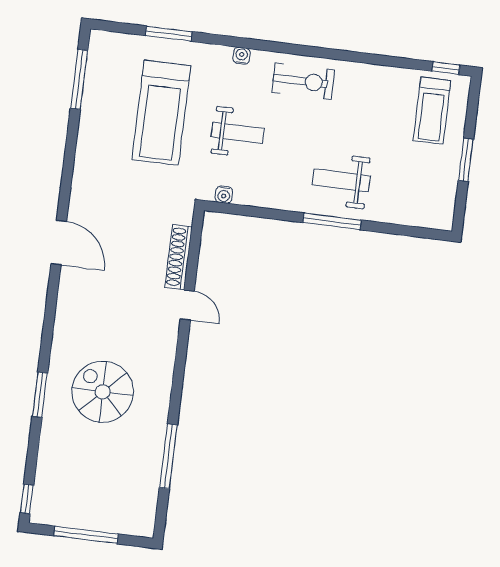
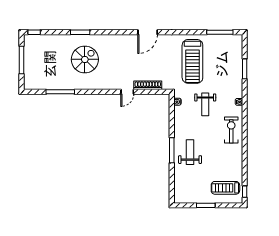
exercise bike: (303, 81) -> (231, 130), turned 180
treadmill: (161, 113) -> (192, 61), moved, turned -90

